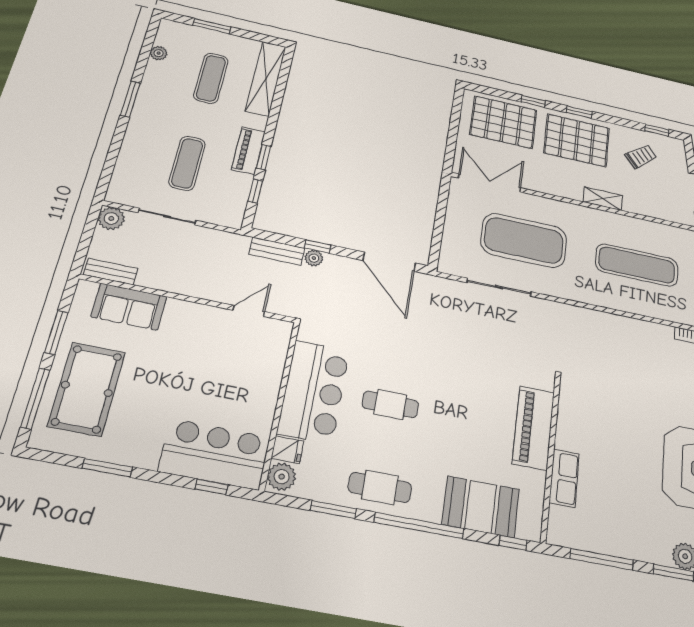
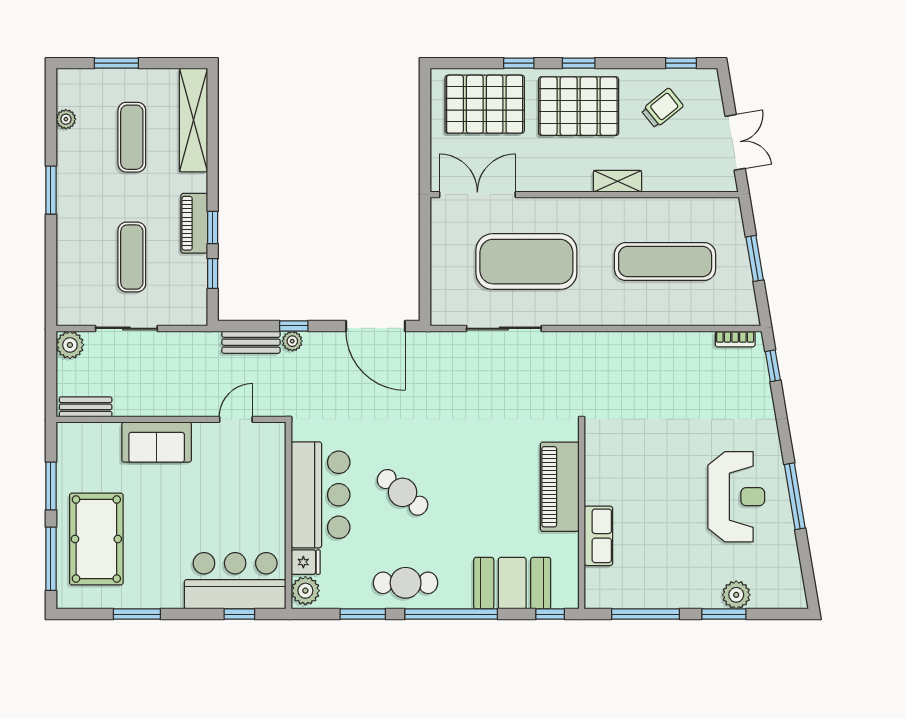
sofa: (129, 307) -> (157, 442), moved
cafe table: (390, 404) -> (403, 492), turned 40

